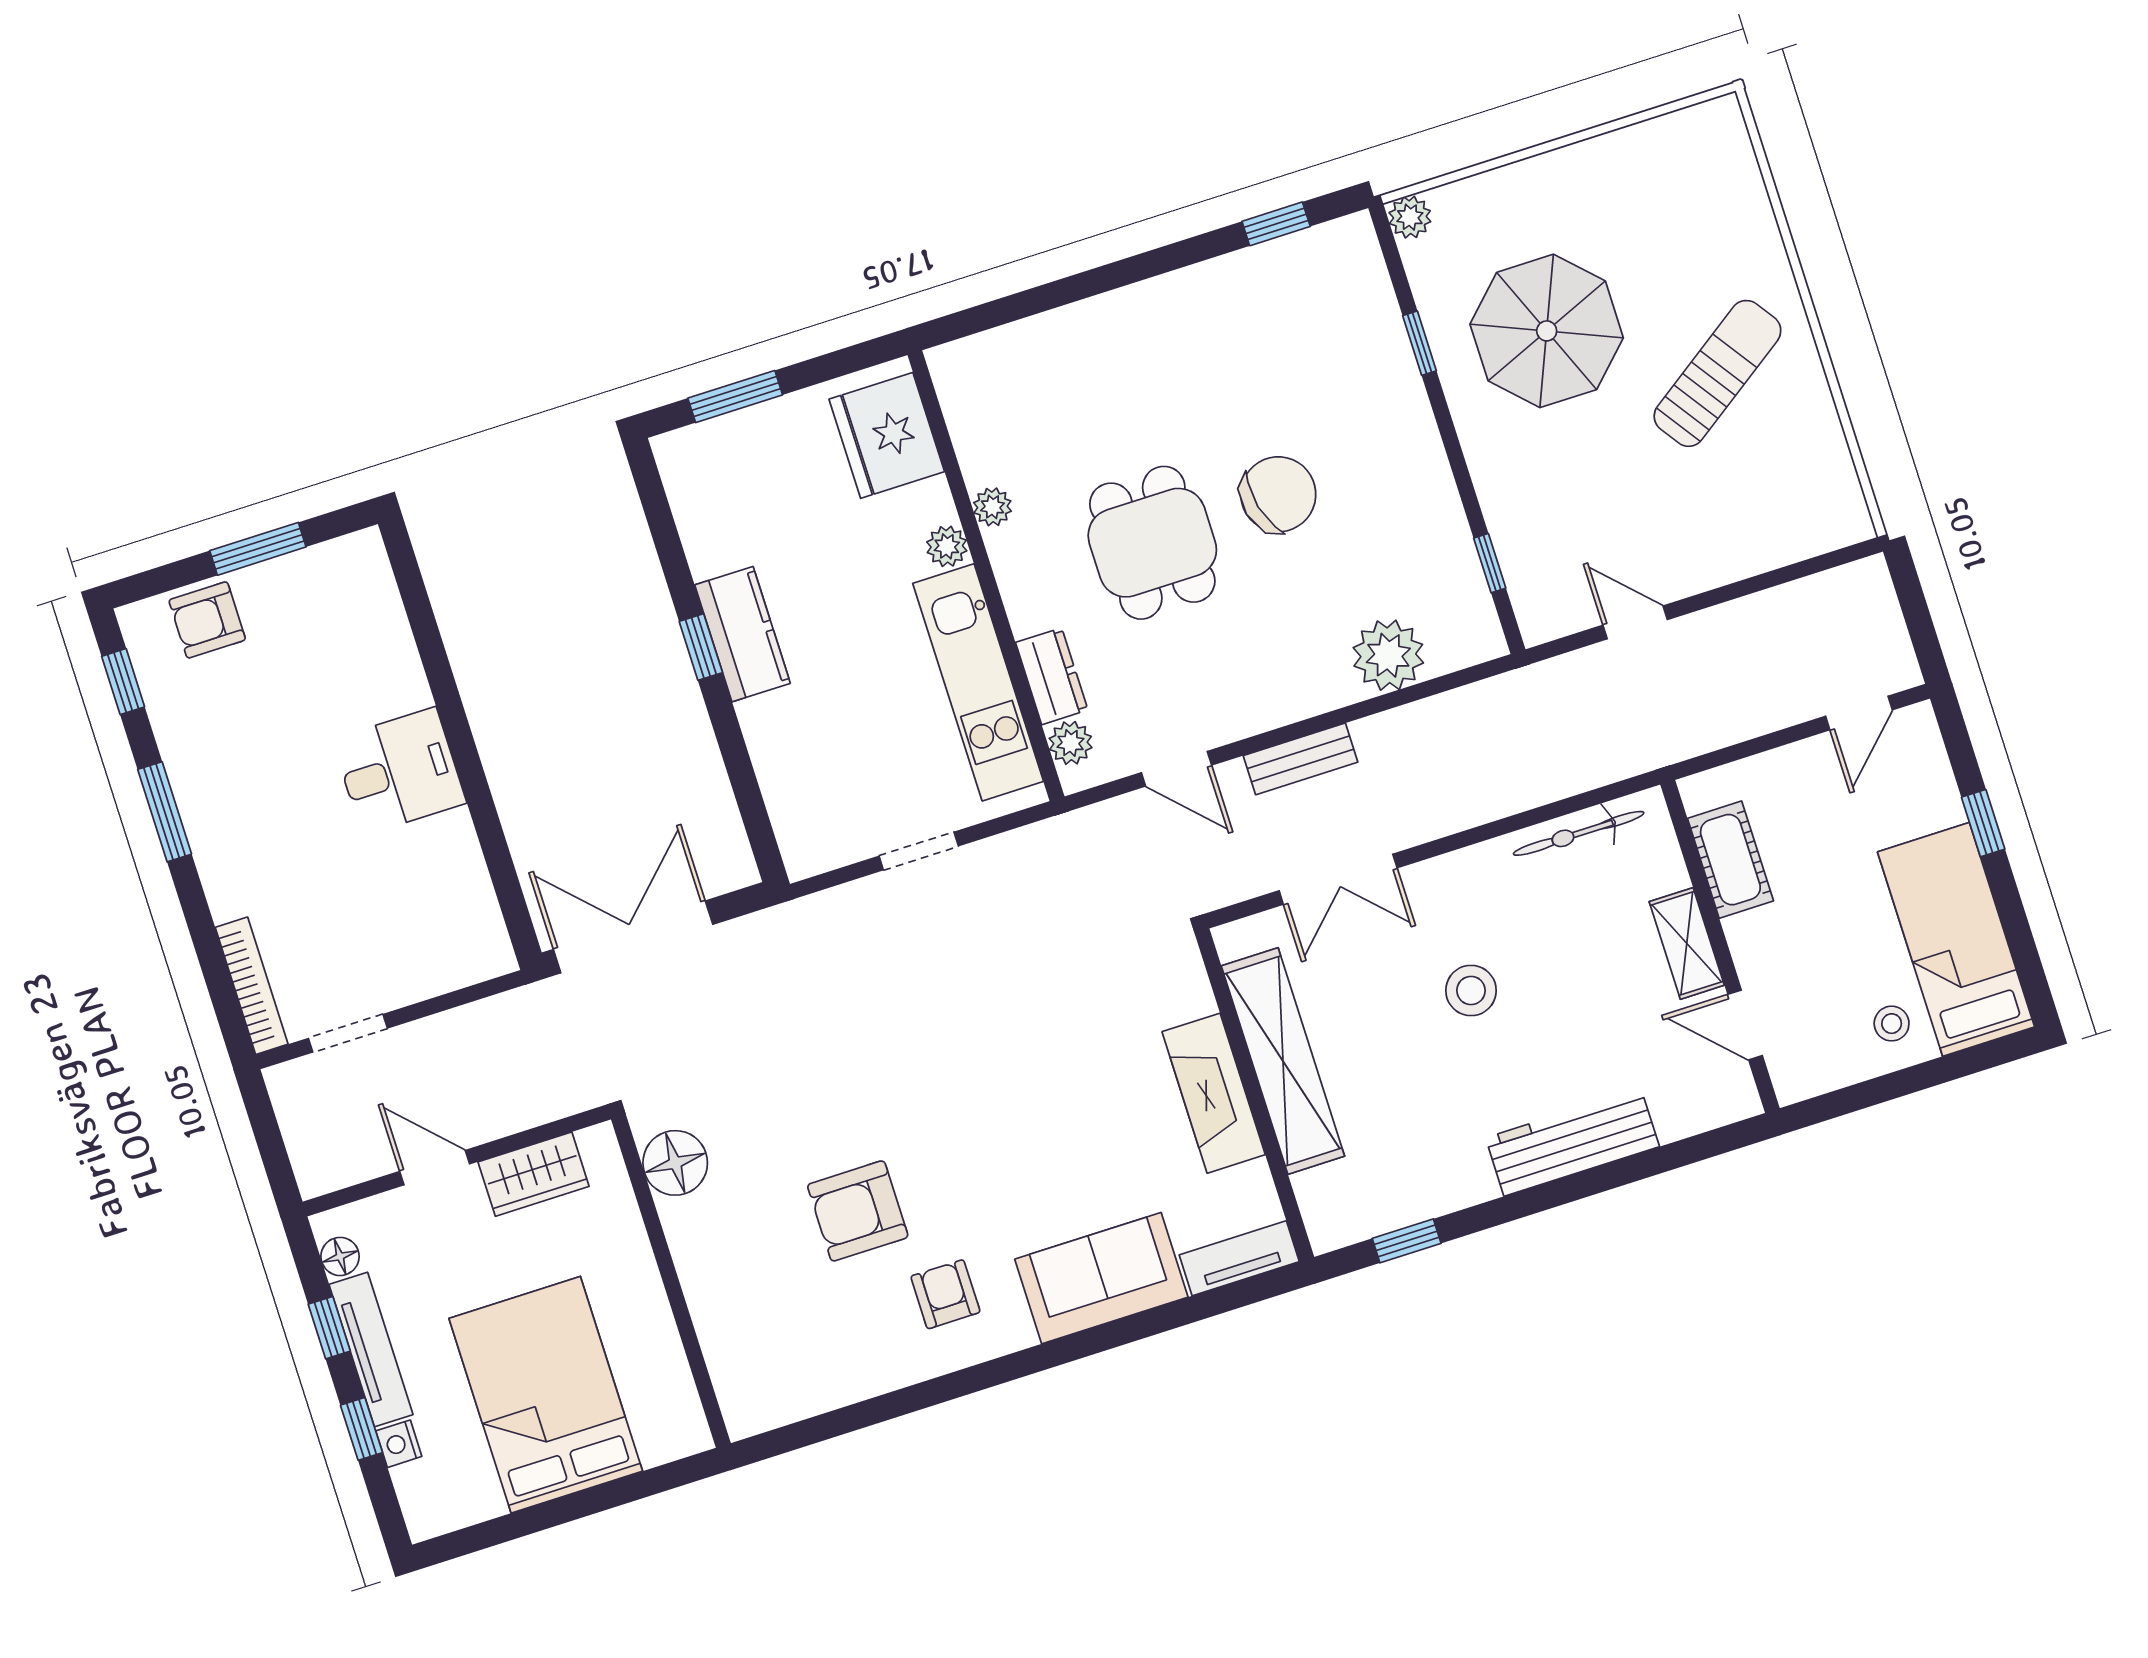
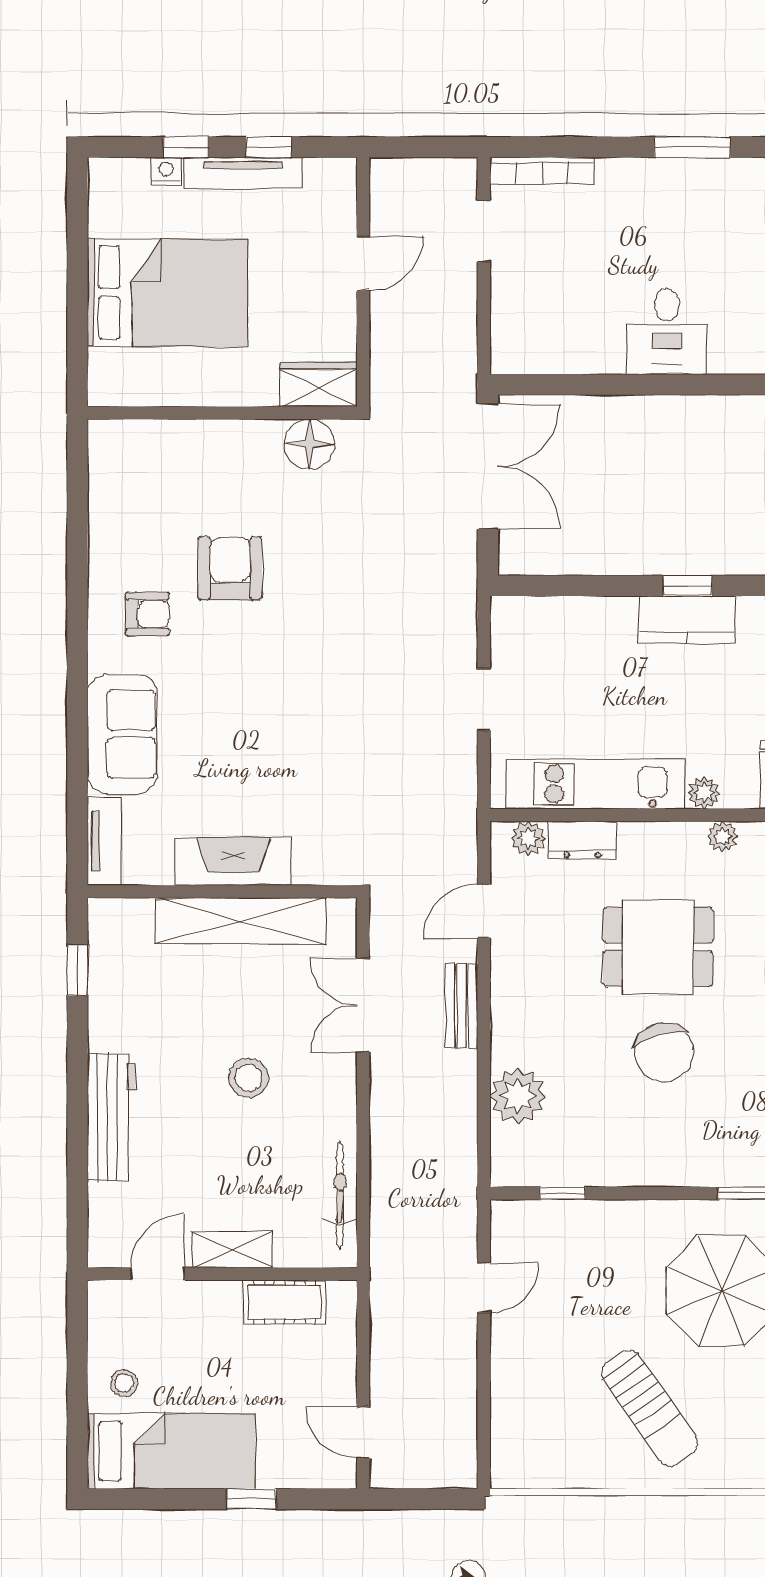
wardrobe: (534, 1174) -> (318, 384), moved, turned 90
floor lamp: (340, 1256) -> (319, 172), removed

